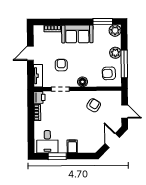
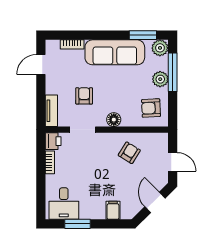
sofa: (77, 34) -> (115, 52), width x1.36
door: (30, 53) -> (41, 65), moved
window: (124, 64) -> (173, 72), moved
filing cabinet: (72, 146) -> (113, 210), moved

